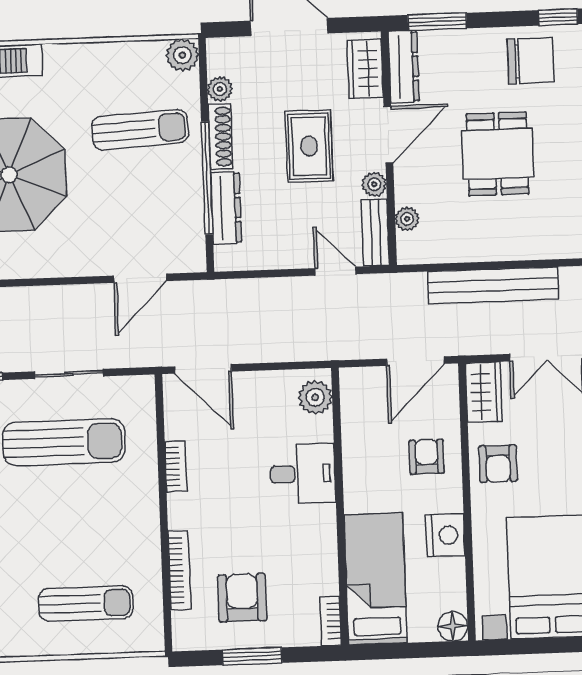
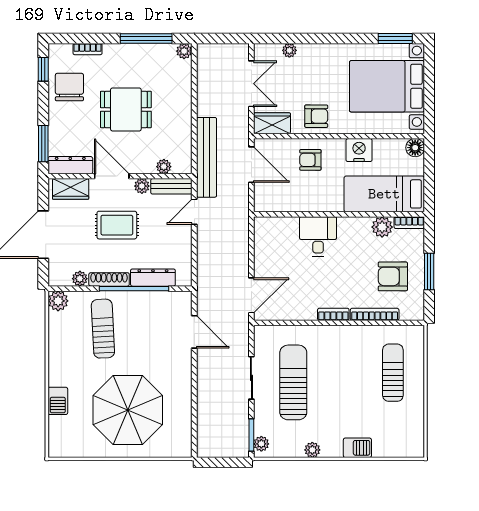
bench: (493, 285) -> (207, 157), moved
plant: (315, 397) -> (382, 227), moved
bookcase: (176, 466) -> (333, 314), moved

